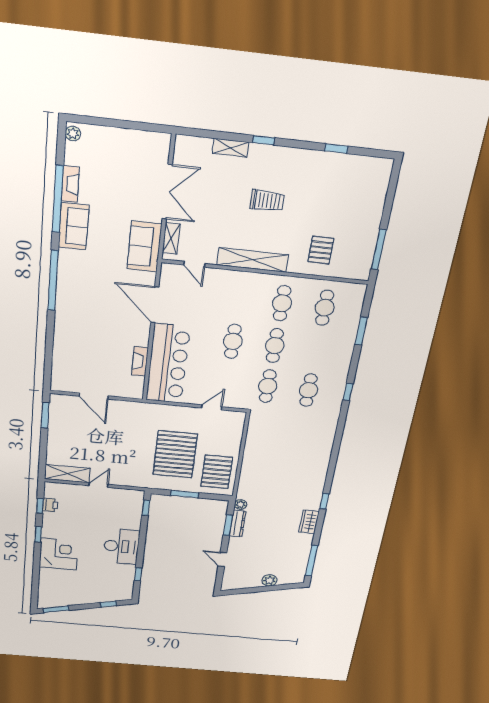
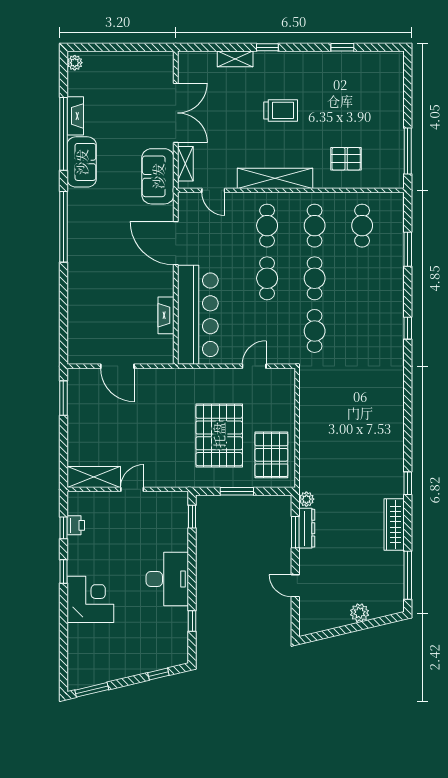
pallet: (321, 250) -> (346, 159), turned 90
cafe table: (309, 390) -> (267, 226), moved
wardrobe: (309, 522) -> (394, 524), width x1.50

